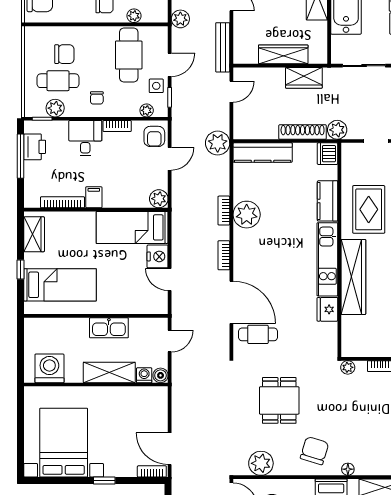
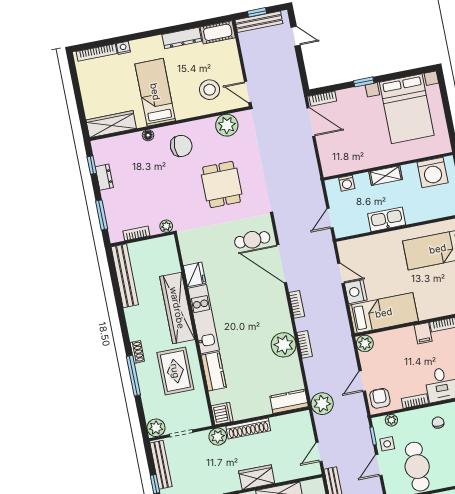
kitchen counter: (263, 153) -> (289, 401), width x0.67
shelving: (109, 372) -> (386, 176), width x0.67, depth x0.75
boiler: (161, 375) -> (332, 186), removed
chair: (315, 451) -> (181, 146), turned -107

